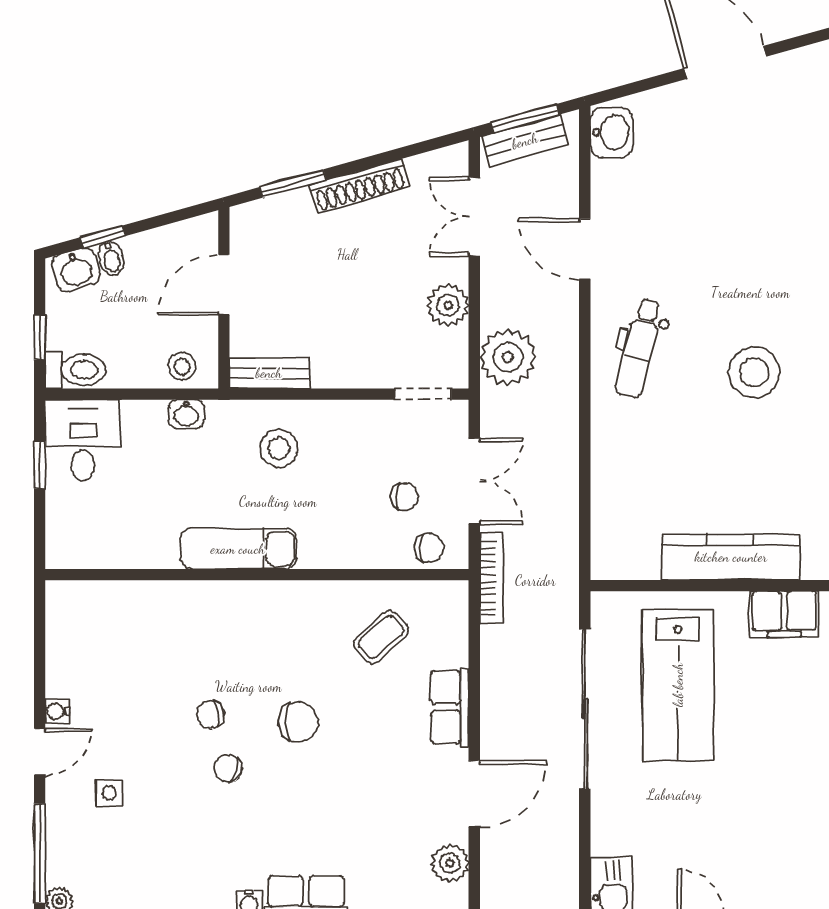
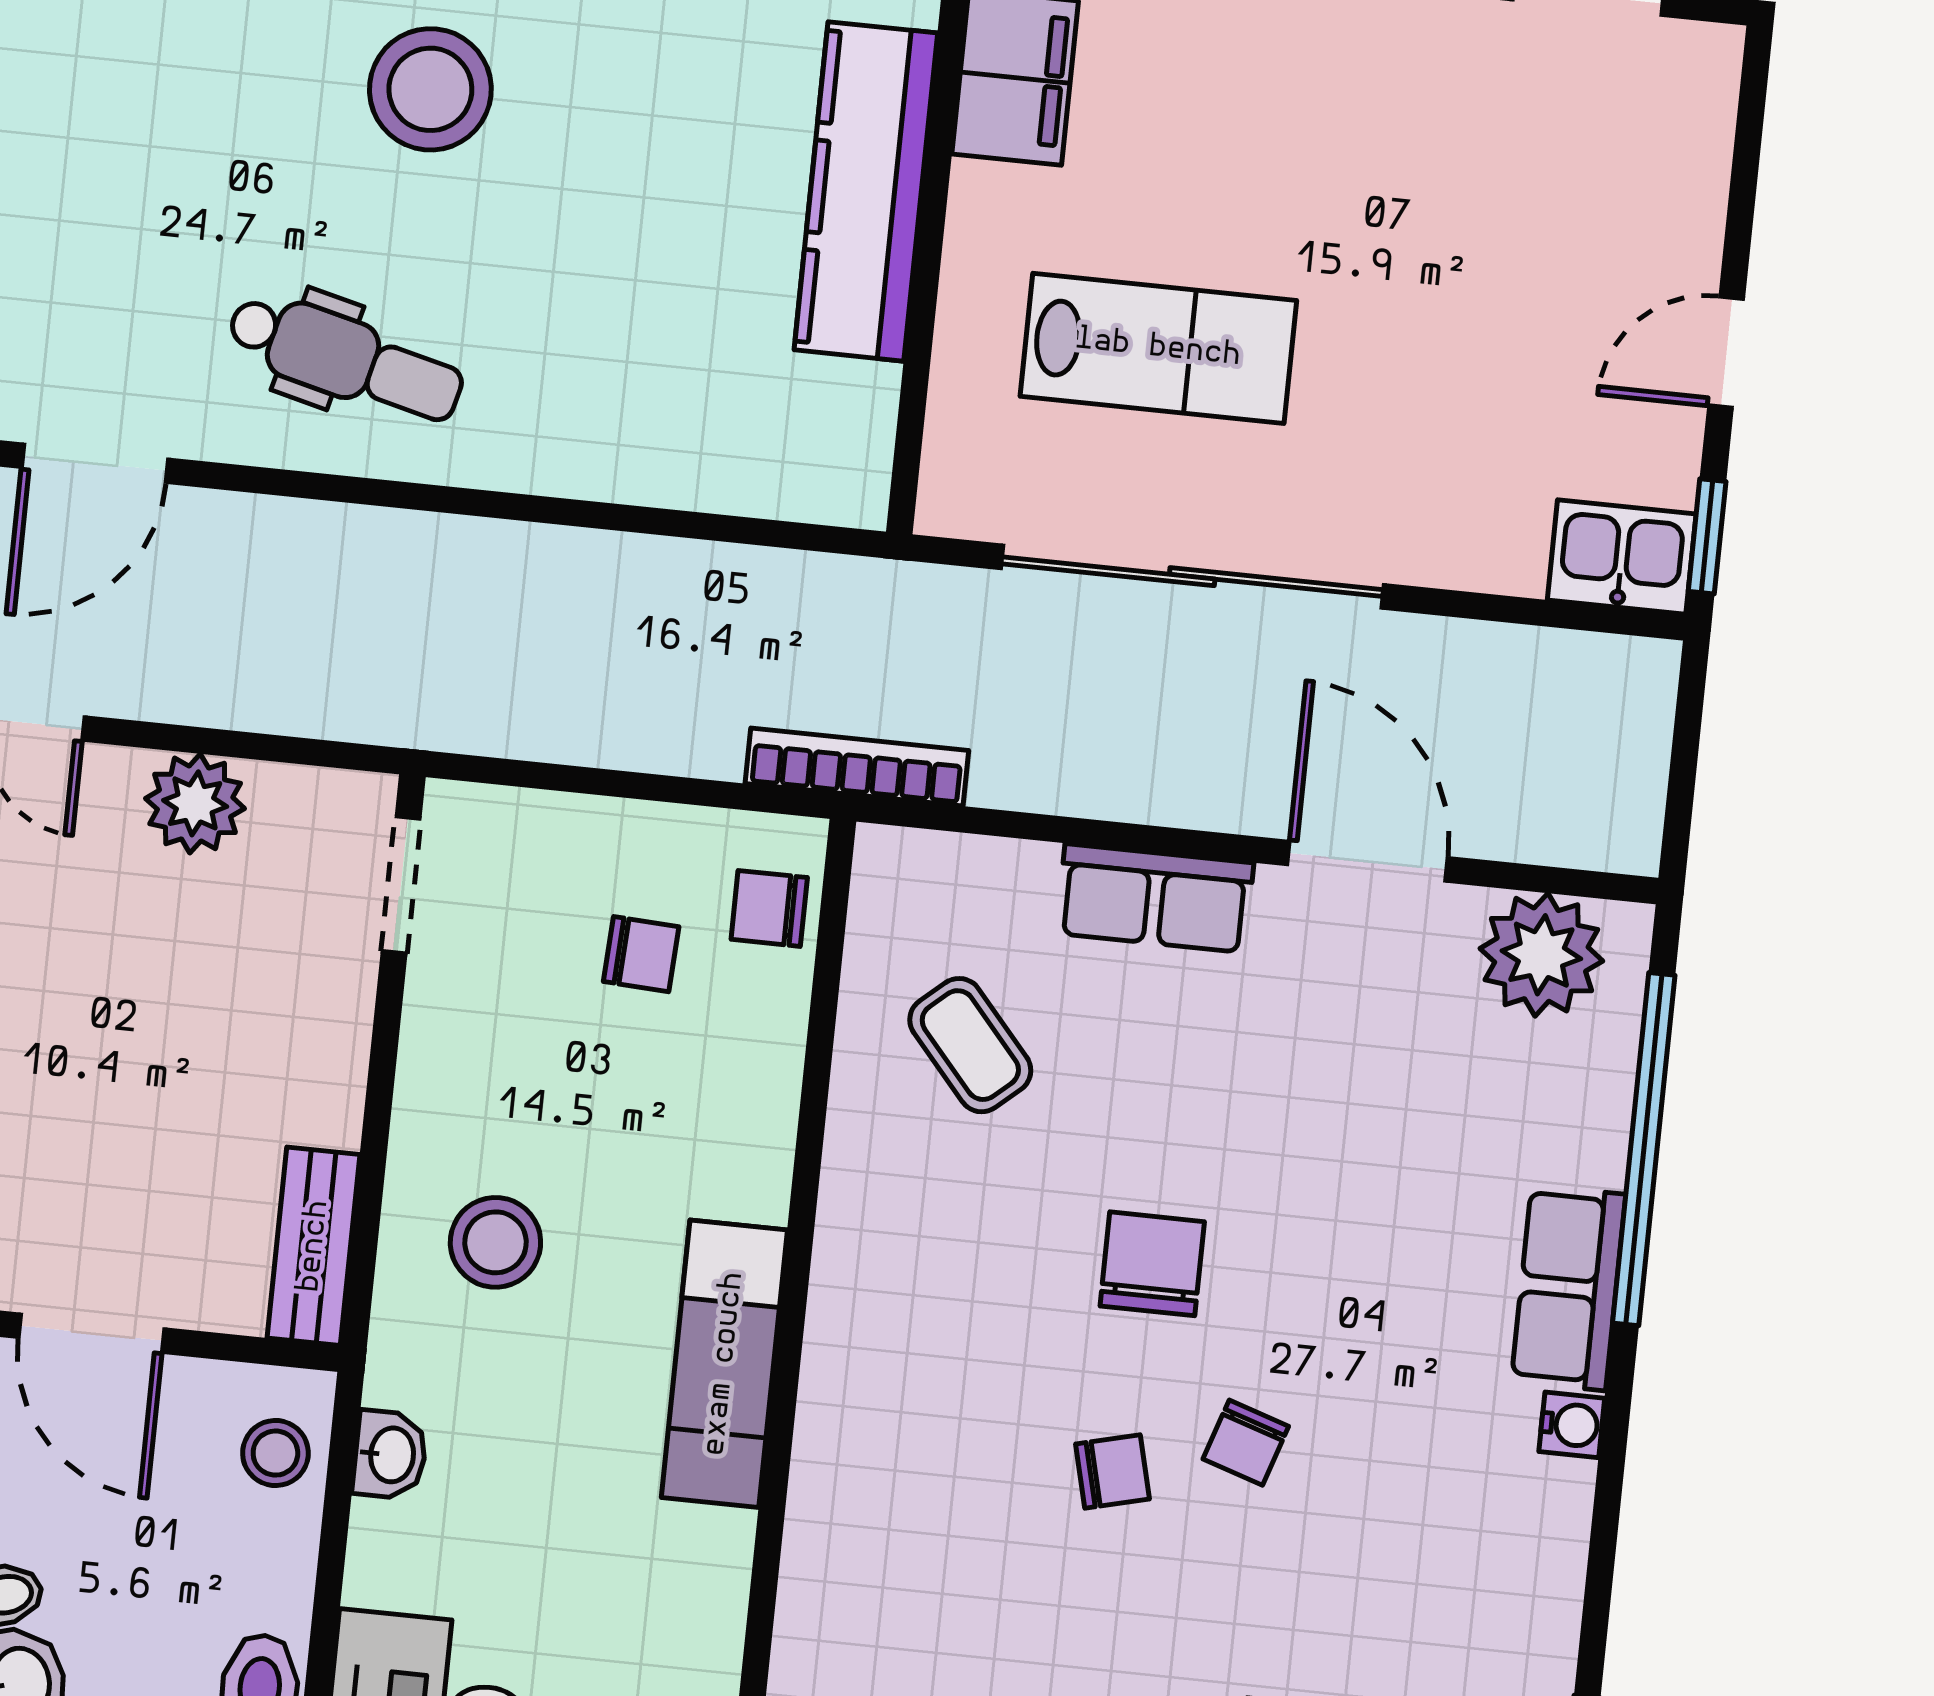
plant: (508, 357) -> (334, 674), removed
double door: (474, 481) -> (621, 784), removed
chair: (405, 497) -> (641, 954), turned 93
chair: (429, 548) -> (769, 908), turned -90
lab bench: (678, 685) -> (1158, 348), width x0.73, depth x0.72
chair: (210, 714) -> (1112, 1472), turned -95
plant: (450, 863) -> (1541, 955), width x1.36, depth x1.36

